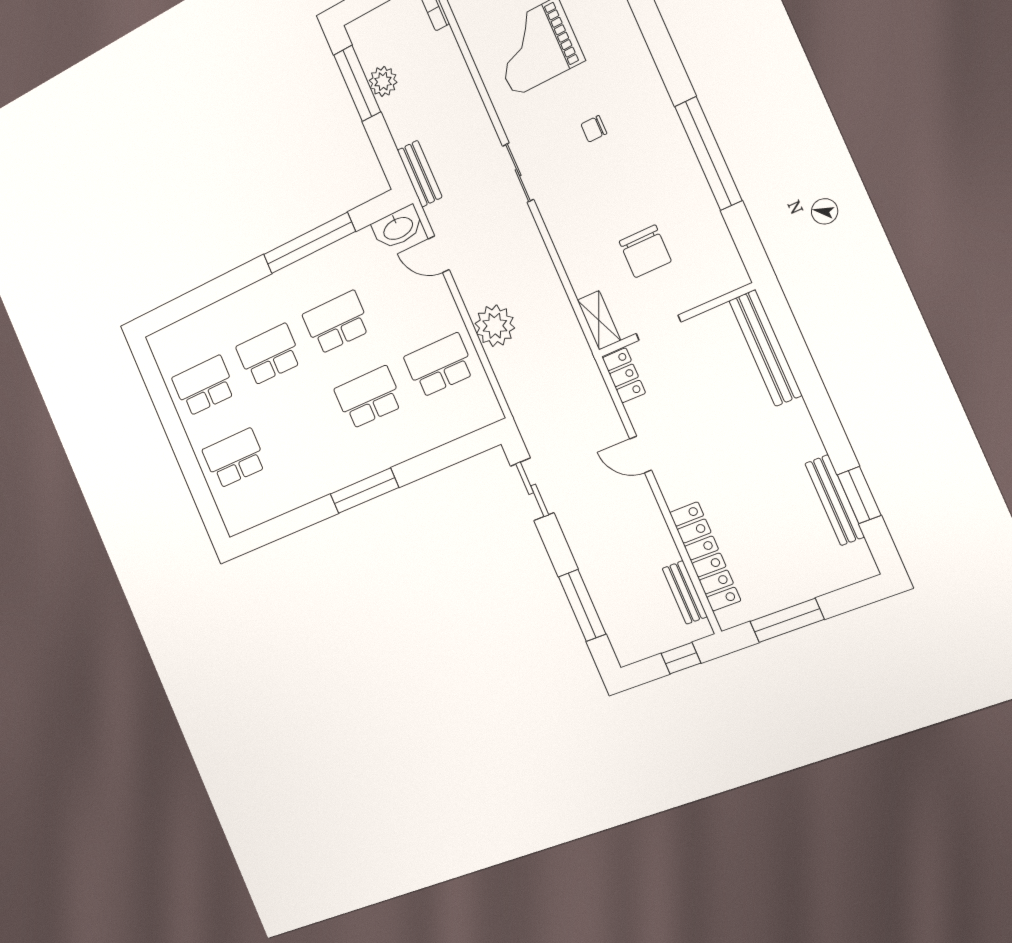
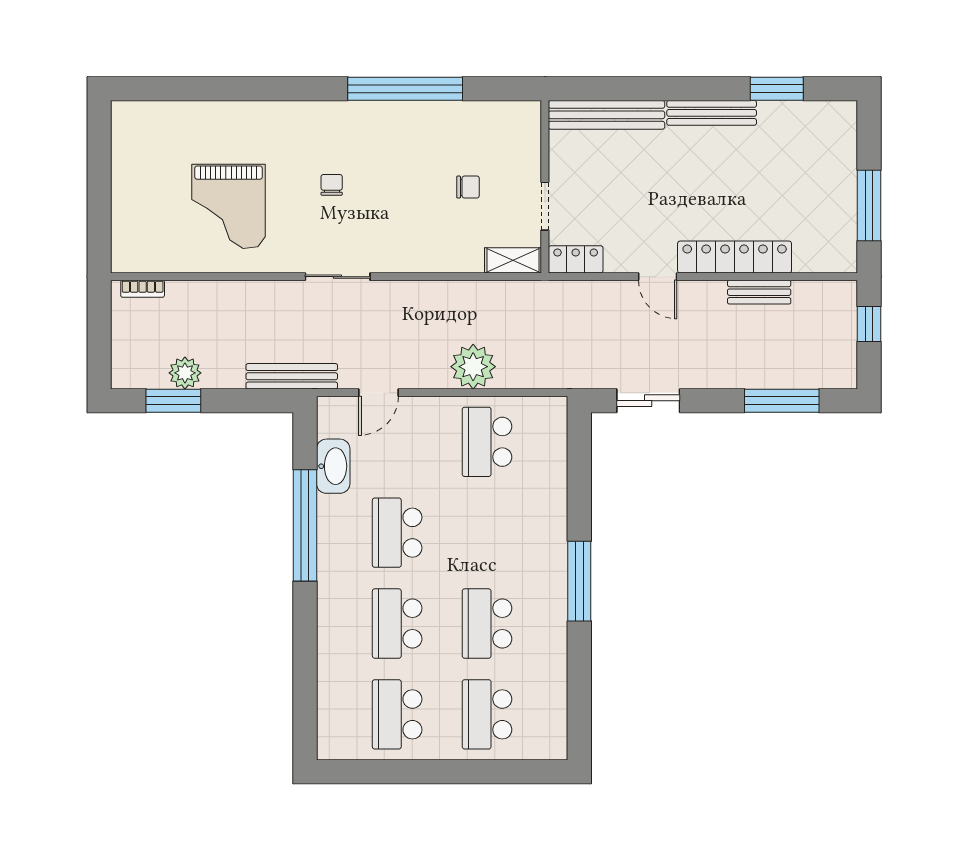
window: (357, 83) -> (173, 401), width x0.69
chair: (594, 129) -> (332, 185), turned 180
bench: (420, 174) -> (292, 376), width x1.36
washbasin: (398, 228) -> (333, 466), moved
chair: (645, 251) -> (468, 187), width x0.54, depth x0.54
school desk: (369, 397) -> (487, 624), moved
door: (641, 454) -> (658, 277), hinge flipped
bench: (835, 500) -> (712, 113), moved
locker: (705, 557) -> (735, 257), moved
bench: (685, 592) -> (759, 292), moved

